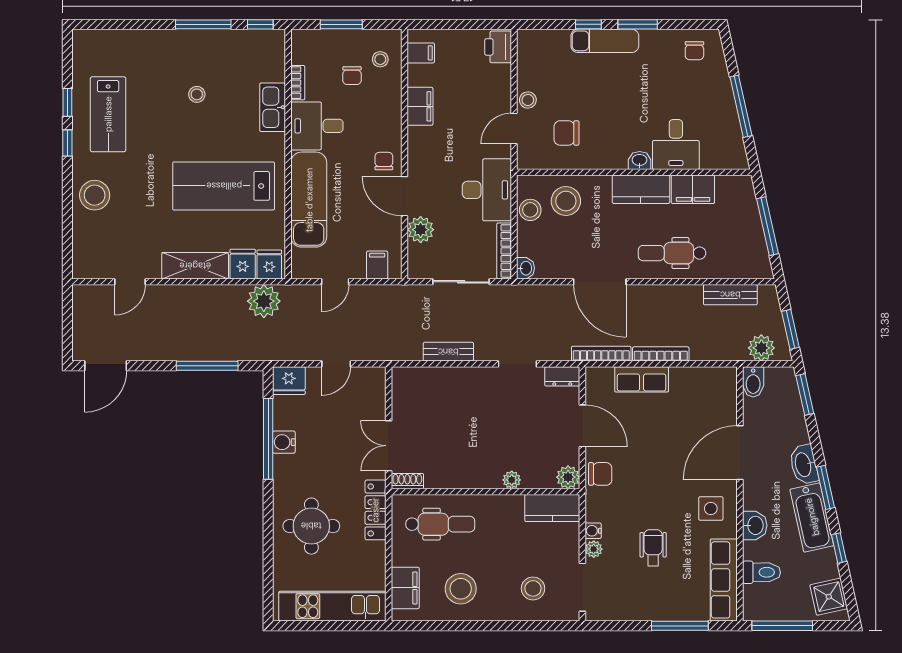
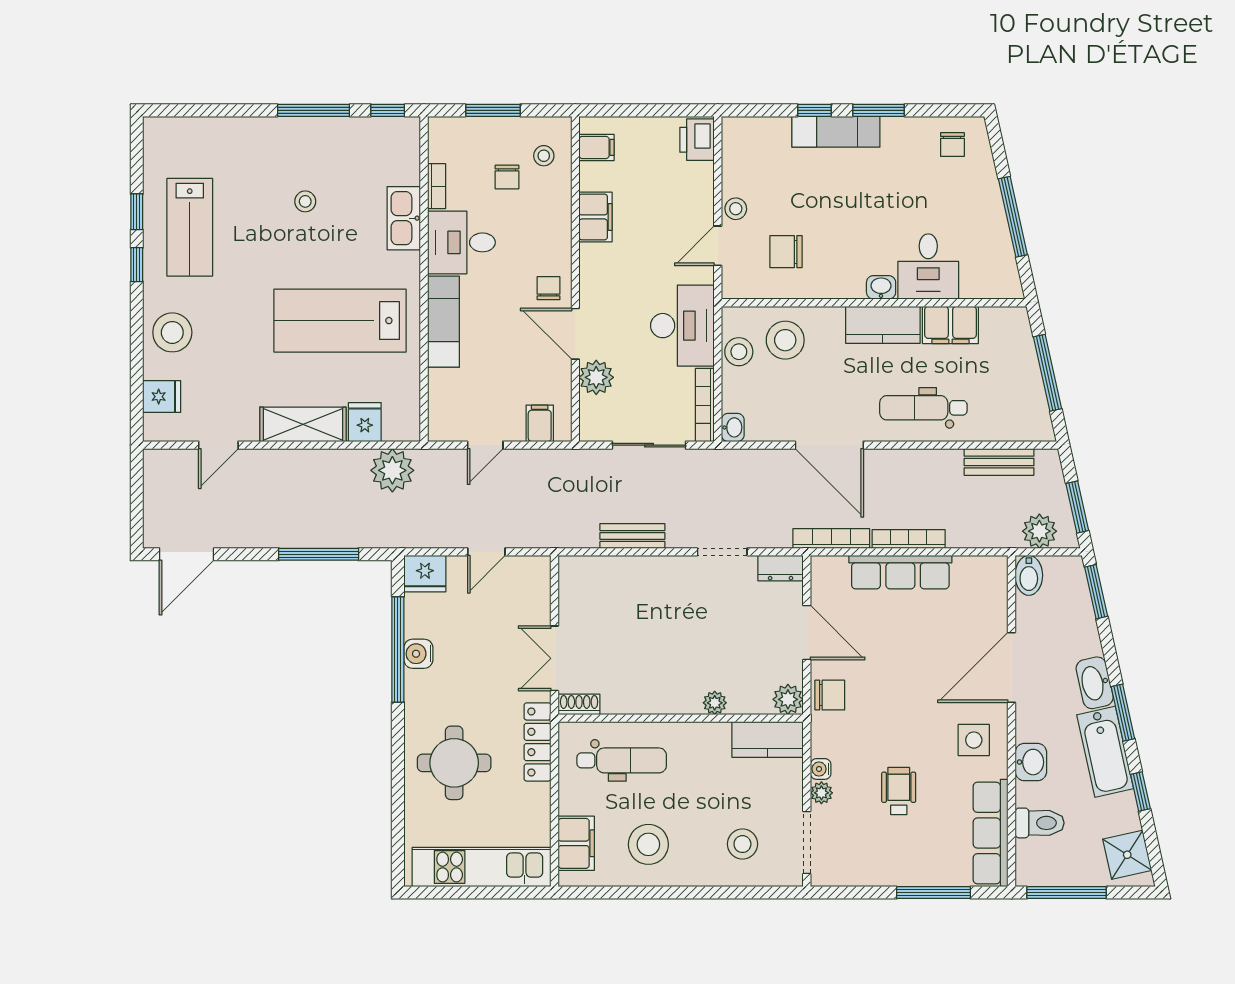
exam couch: (309, 200) -> (443, 322), width x0.73, depth x0.69
fridge: (269, 264) -> (162, 397), moved, turned 90
row of seats: (642, 379) -> (900, 572), width x1.48

